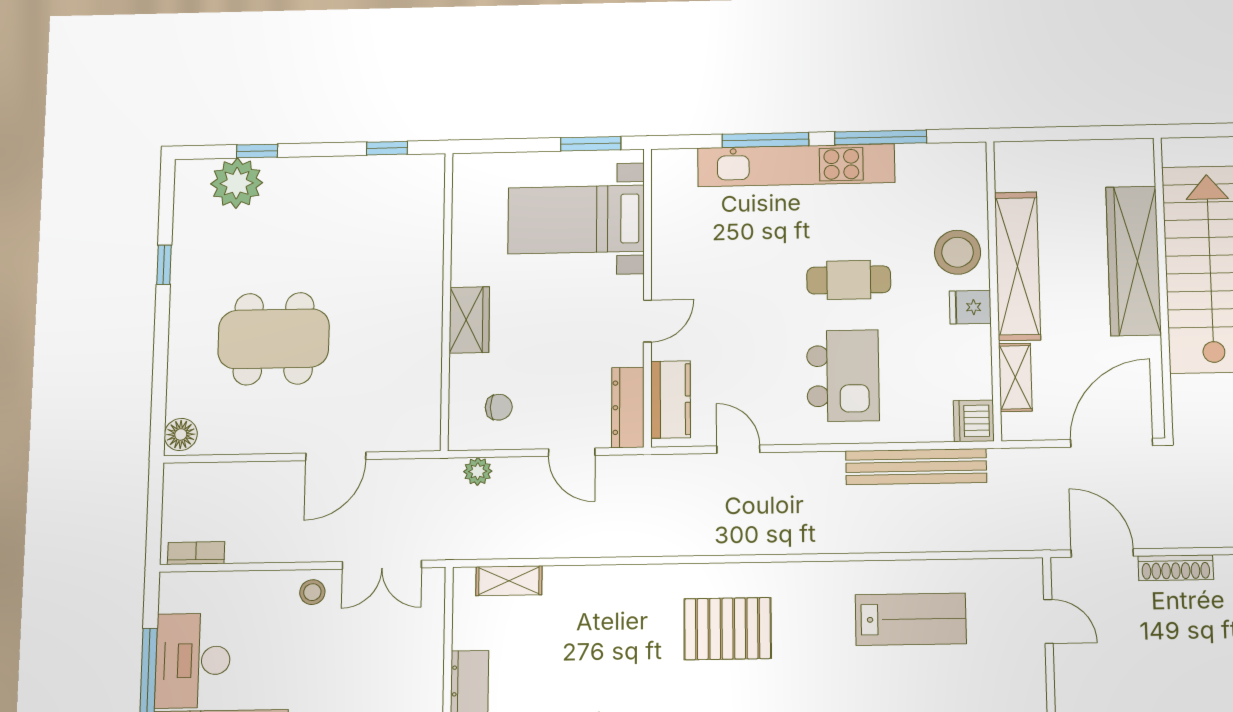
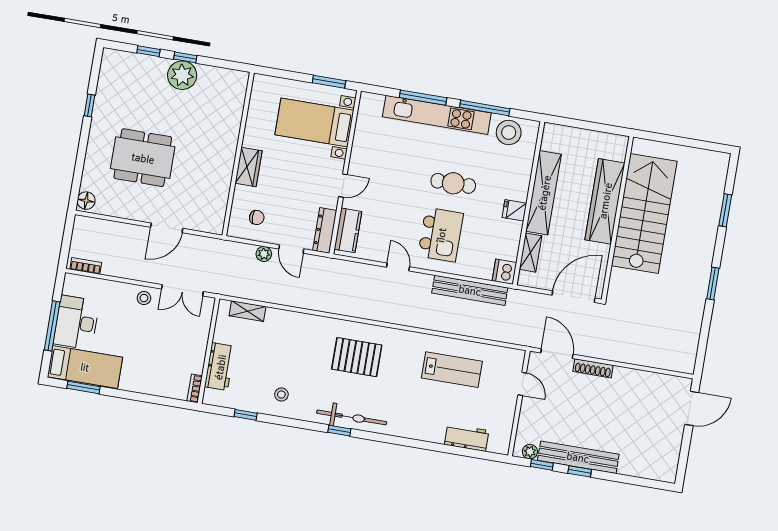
window: (387, 148) -> (185, 57), moved
plant: (237, 183) -> (182, 75), moved
stool: (958, 252) -> (509, 132), moved
door: (738, 449) -> (398, 267), moved
plant: (478, 471) -> (264, 254), moved

